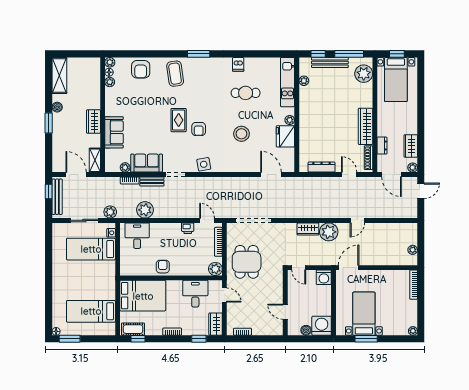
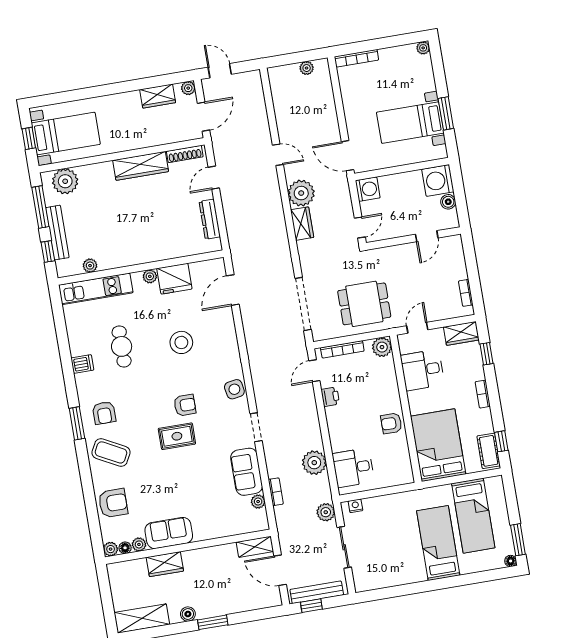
armchair: (203, 73) -> (104, 413), added
coffee table: (175, 74) -> (111, 452), turned 36
wardrobe: (93, 122) -> (165, 564), moved
sofa: (114, 132) -> (169, 533), moved
dresser: (382, 146) -> (164, 137), removed
door: (76, 175) -> (280, 570), hinge flipped
bench: (152, 181) -> (272, 460), removed
bed: (91, 249) -> (438, 543), moved, turned 180

